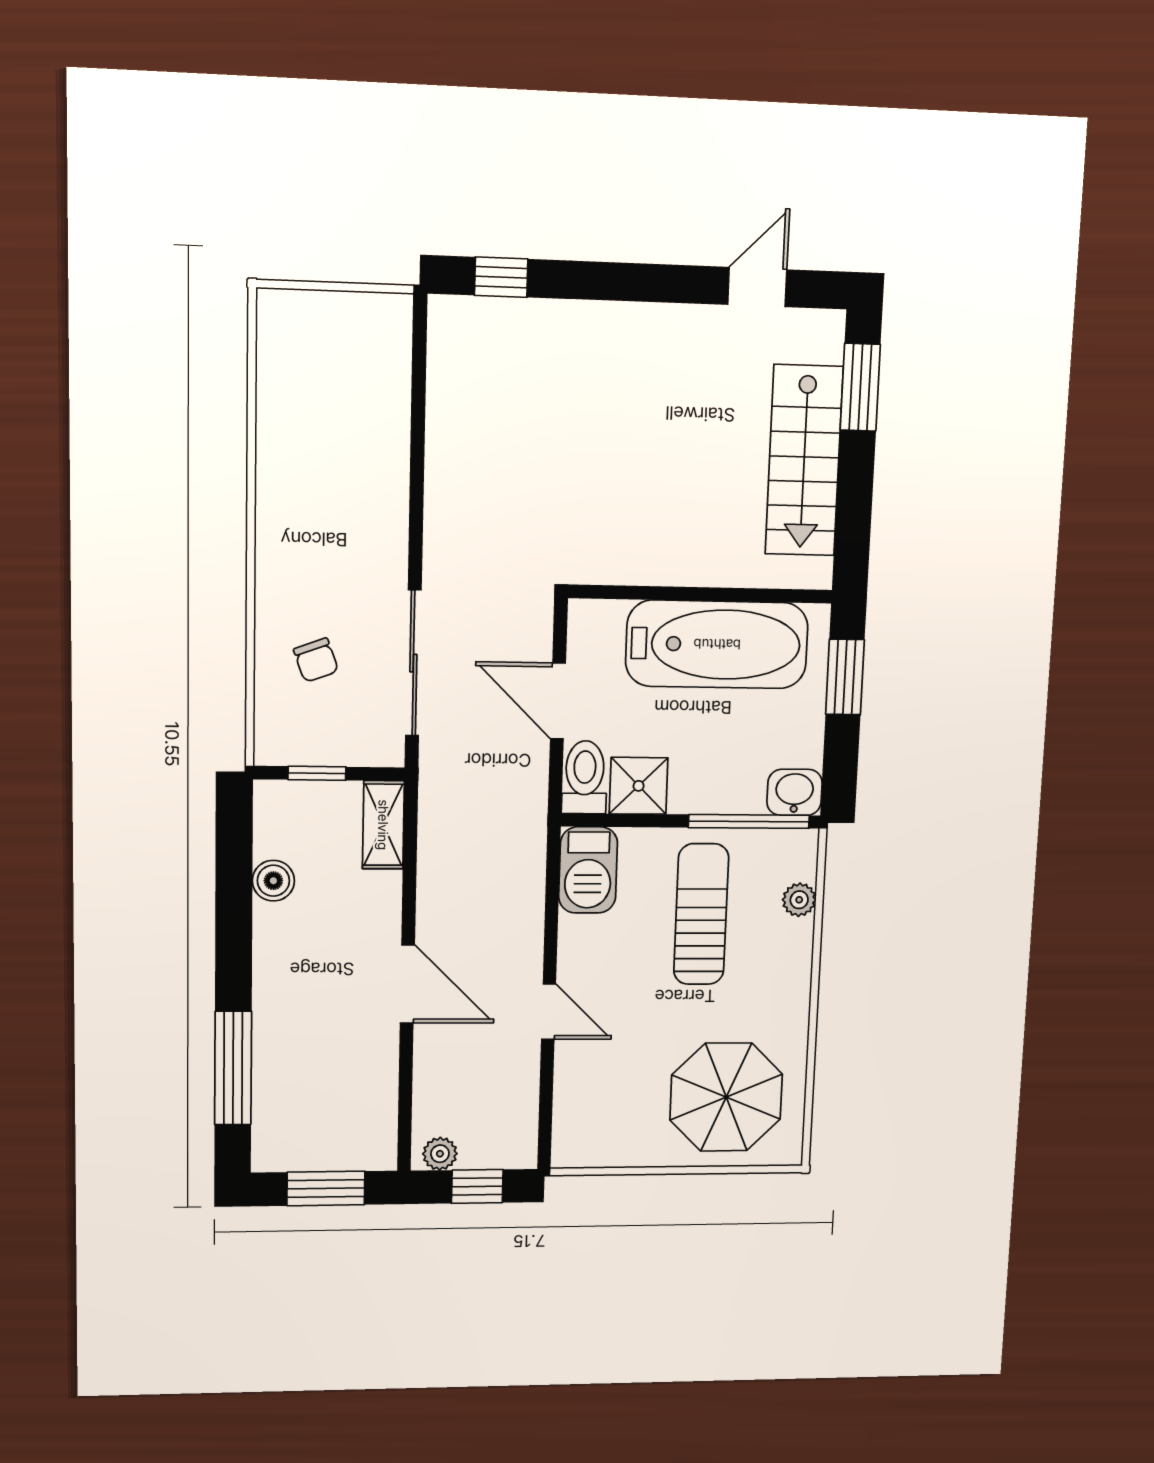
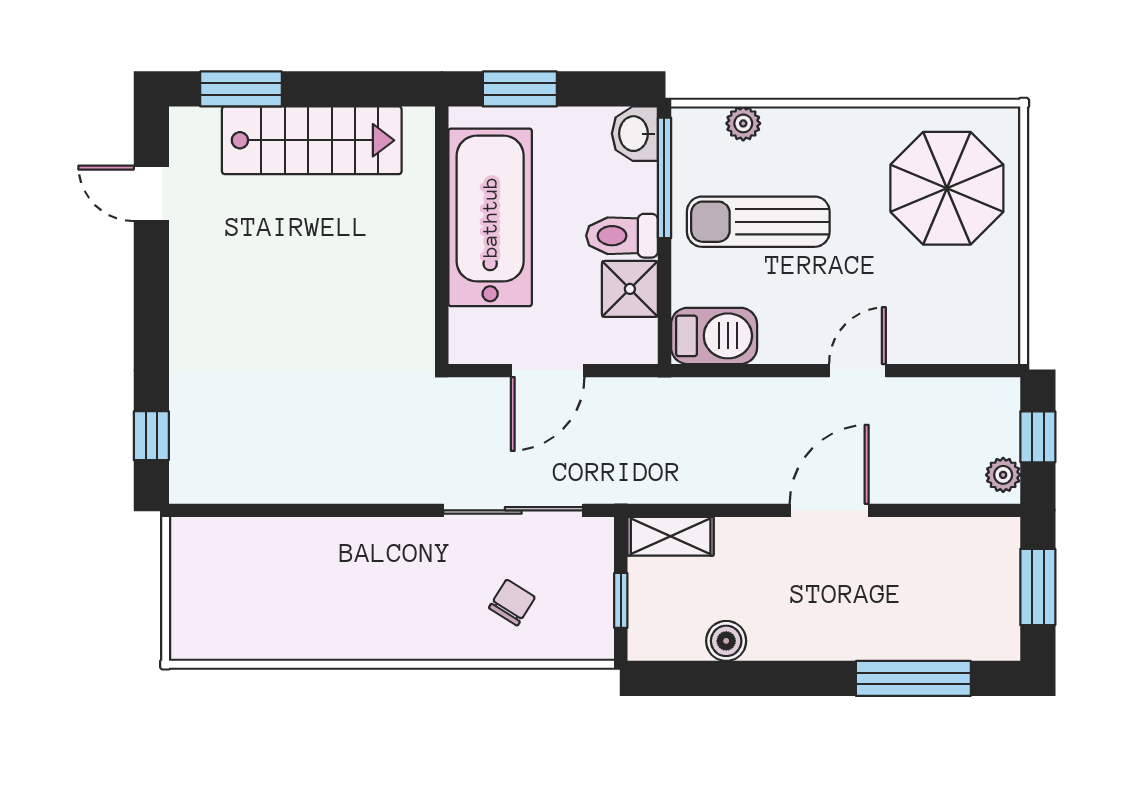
chair: (316, 660) -> (512, 603), turned -38
toilet: (585, 777) -> (622, 236), moved

